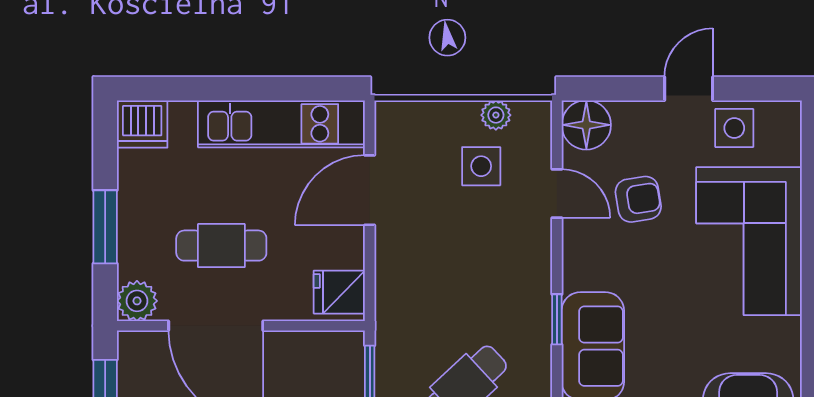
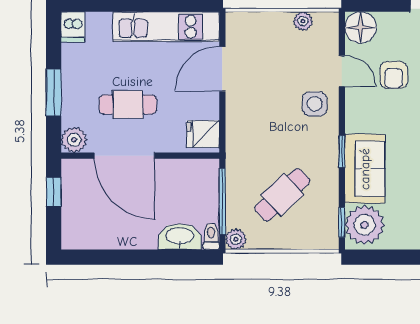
dishwasher: (142, 124) -> (73, 27), width x0.73
side table: (481, 166) -> (315, 104), moved
armchair: (638, 199) -> (394, 75), turned 99

